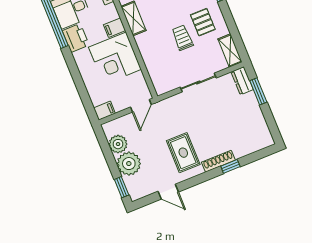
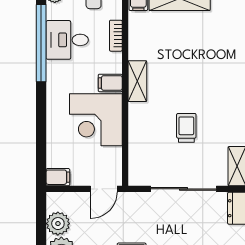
pallet: (203, 22) -> (218, 119), removed
printer: (76, 38) -> (59, 76), removed
sliding door: (198, 82) -> (183, 189), width x1.37

